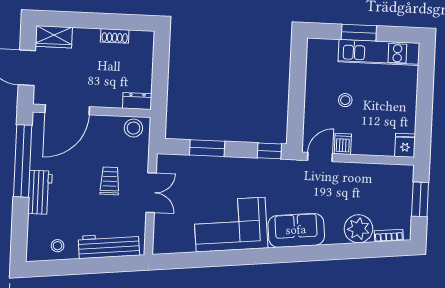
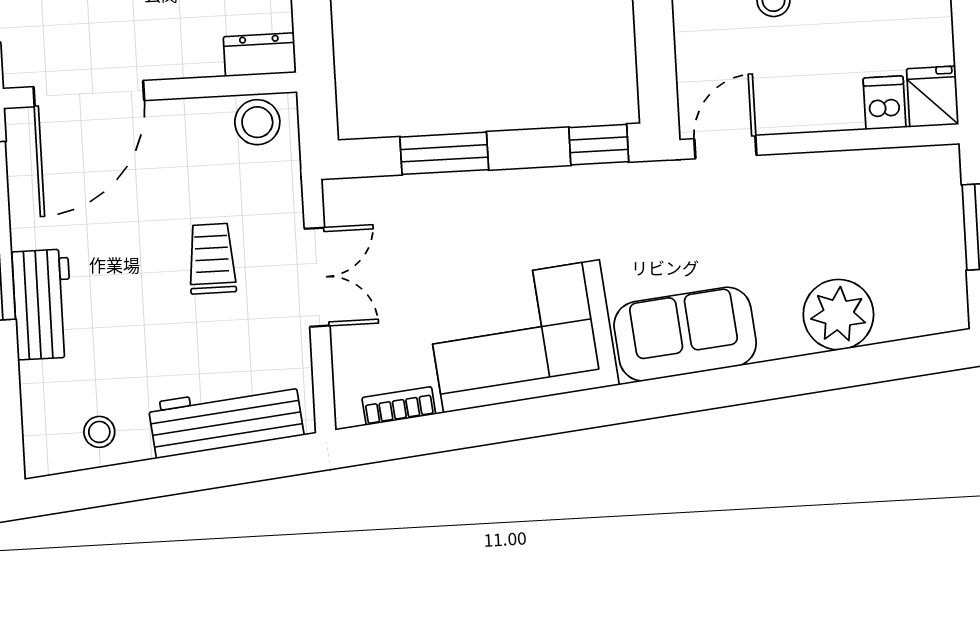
dishwasher: (343, 144) -> (884, 103), moved
bookcase: (389, 236) -> (399, 406), moved

